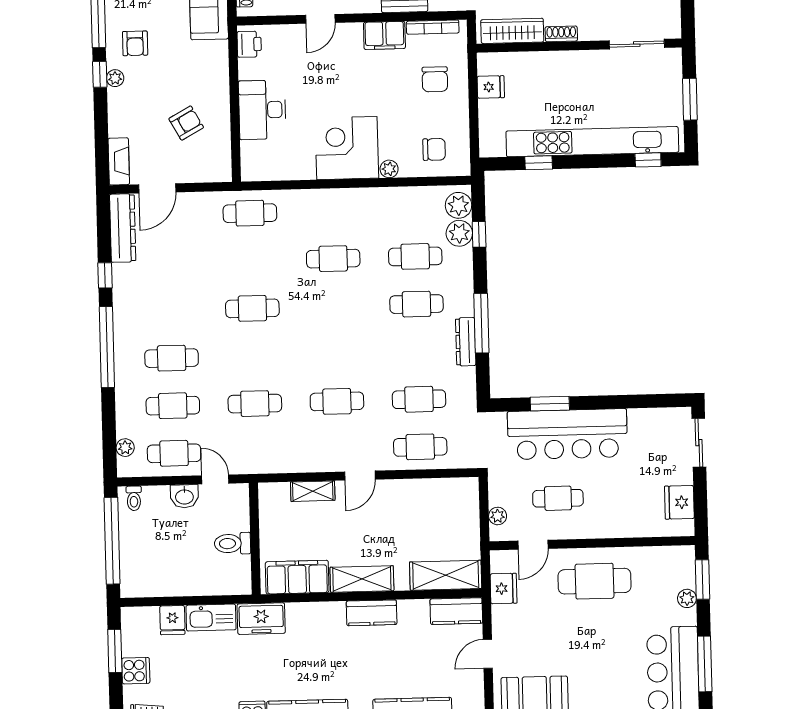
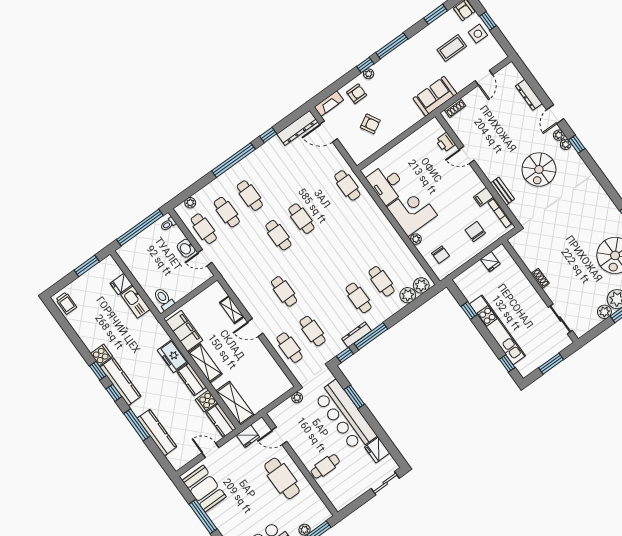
wardrobe: (512, 31) -> (525, 253), removed
filing cabinet: (384, 35) -> (484, 197), width x0.50
armchair: (135, 43) -> (357, 94), moved, turned 180
printer: (249, 44) -> (446, 142), moved, turned 90
chair: (435, 79) -> (475, 232), turned 90
desk: (262, 110) -> (387, 184), moved, turned -90
kitchen unit: (592, 142) -> (497, 330), width x0.73
window: (479, 234) -> (345, 355), moved
cafe table: (333, 259) -> (353, 242), removed
cafe table: (255, 404) -> (278, 235), moved
door: (215, 479) -> (205, 258), swing flipped
cafe table: (558, 498) -> (325, 466), moved, turned 90
fridge: (679, 502) -> (377, 450), moved, turned -90
plant: (498, 516) -> (297, 398), moved
toilet: (233, 543) -> (164, 299), moved
freezer: (261, 619) -> (173, 356), moved
cooker: (136, 671) -> (206, 401), moved, turned 90

